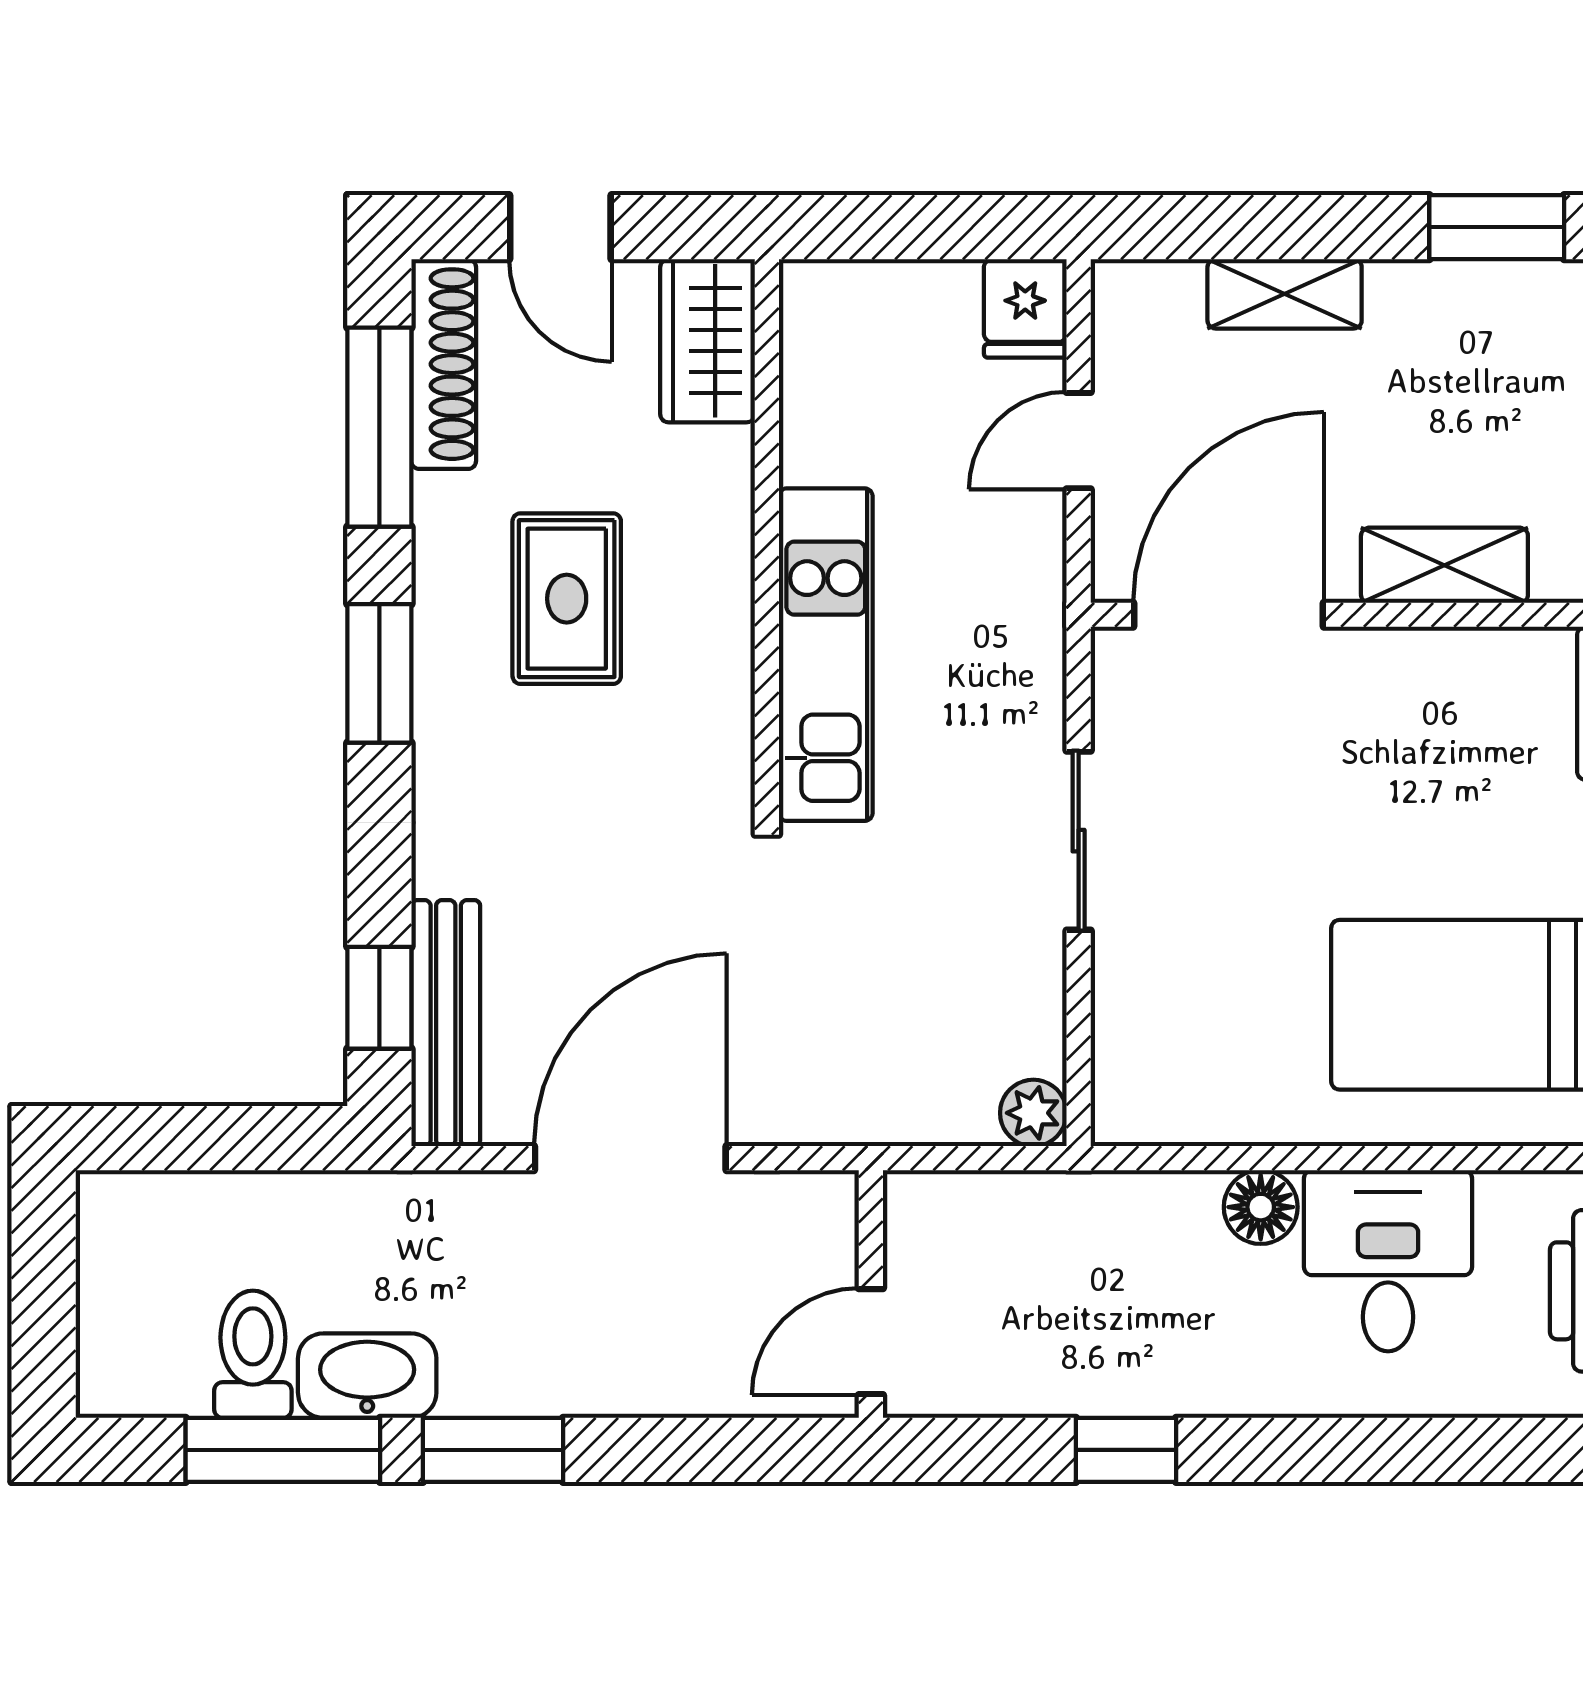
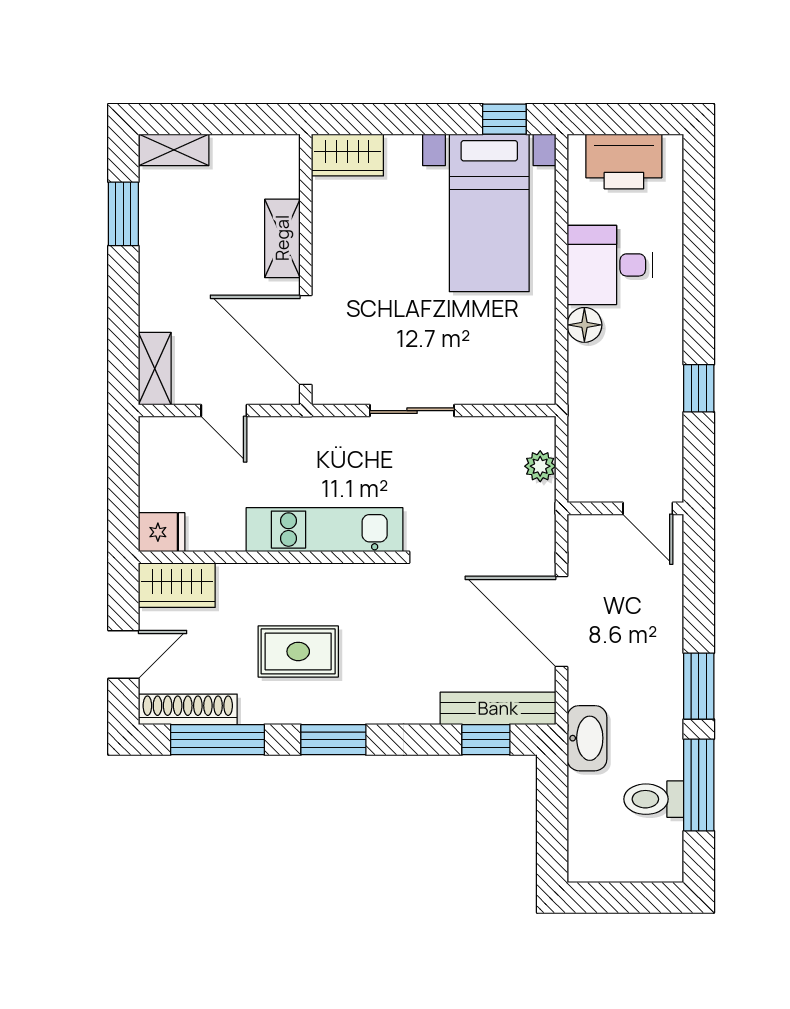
shelving: (1285, 294) -> (155, 369), moved
fridge: (1025, 308) -> (162, 532), moved
plant: (1033, 1113) -> (540, 466), moved
washbasin: (367, 1376) -> (587, 738), moved, turned 180

